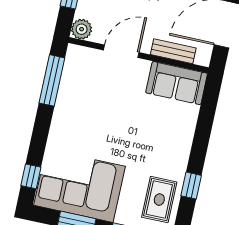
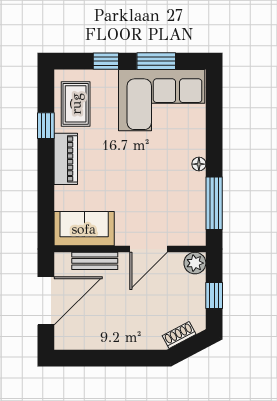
floor lamp: (58, 119) -> (199, 164), added
piano: (179, 151) -> (66, 159), added
window: (31, 176) -> (214, 99), removed

